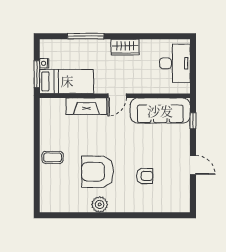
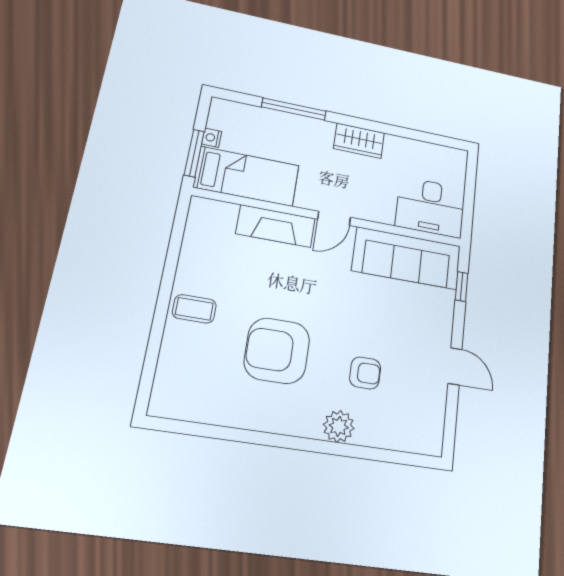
desk: (175, 63) -> (431, 207), moved, turned 90
plant: (100, 204) -> (339, 426), moved

